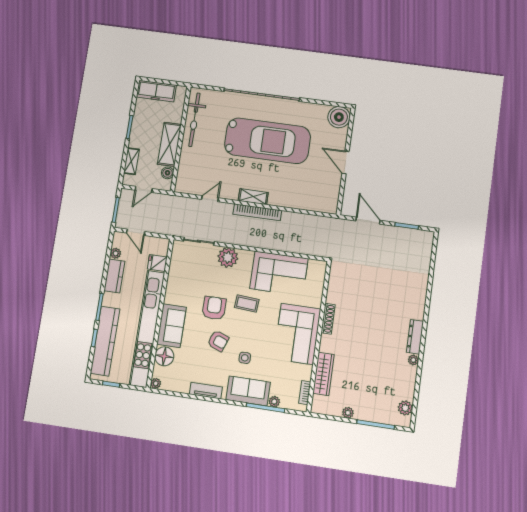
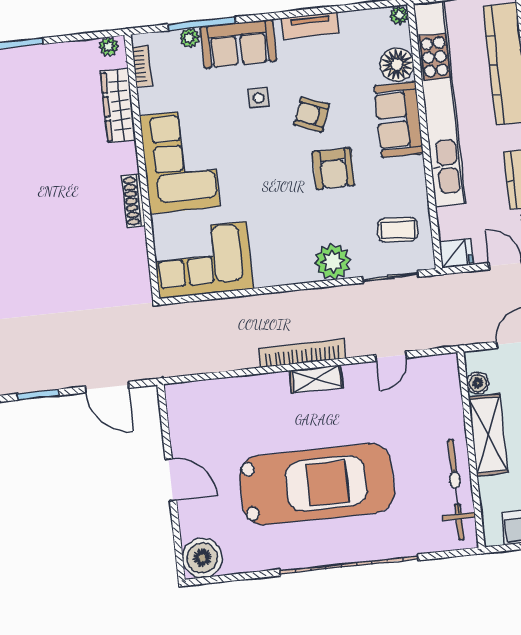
car: (267, 141) -> (317, 484), turned 180
fridge: (157, 263) -> (456, 253), moved
corner sofa: (279, 274) -> (203, 260), moved
coffee table: (247, 304) -> (398, 230), moved
plant: (348, 413) -> (109, 47), moved

